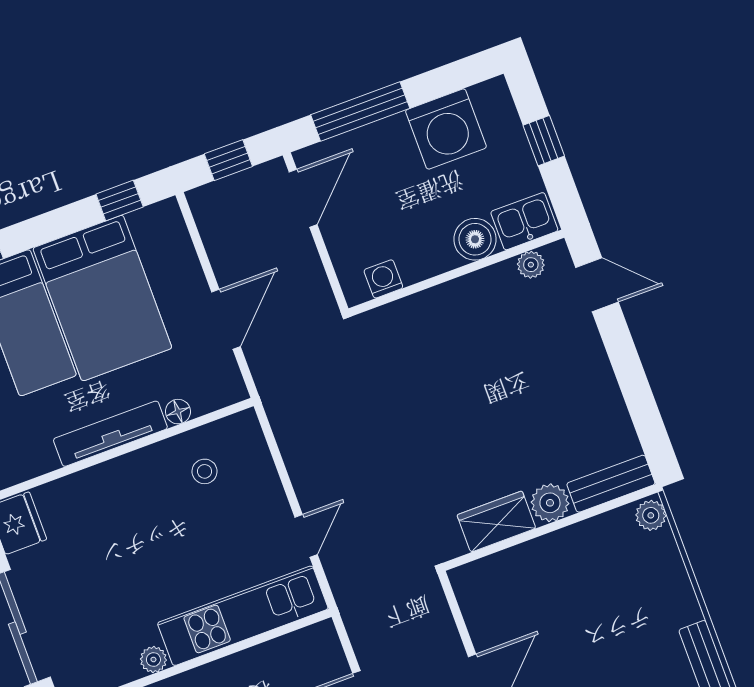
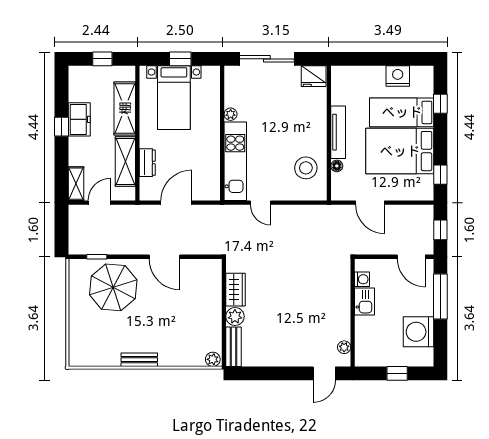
kitchen sink: (524, 221) -> (365, 302), moved
boiler: (475, 239) -> (365, 327), removed
stool: (205, 471) -> (306, 168), width x1.89, depth x1.89

